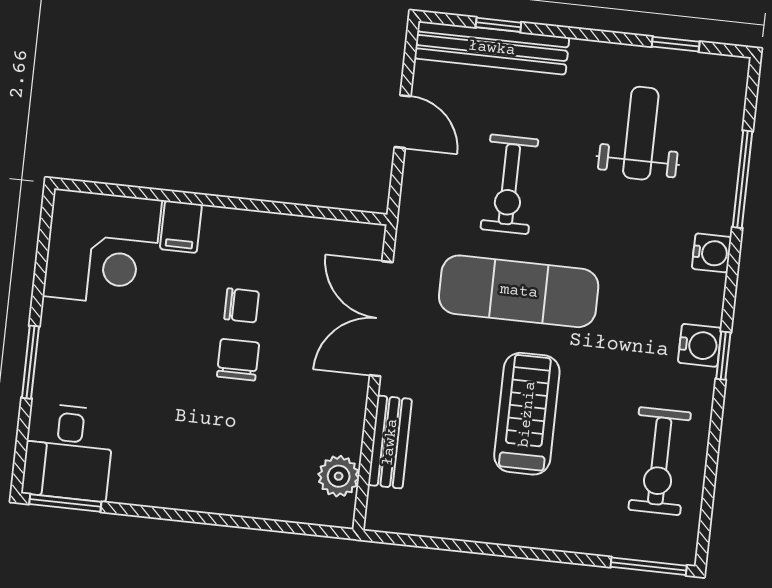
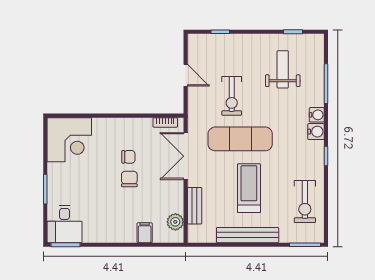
bench: (492, 48) -> (248, 235), moved
filing cabinet: (181, 227) -> (145, 233), moved, turned 180
bookcase: (340, 231) -> (165, 122), added
water cooler: (700, 345) -> (316, 132), moved

